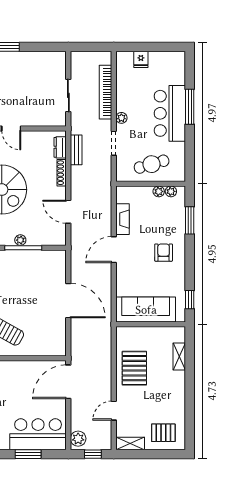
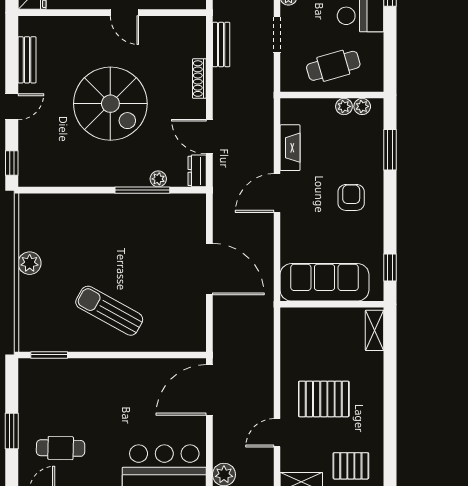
dresser: (60, 147) -> (197, 171), moved
plant: (20, 240) -> (158, 179), moved
shelving: (179, 356) -> (375, 330), moved
pallet: (134, 368) -> (324, 399), moved, turned 90

